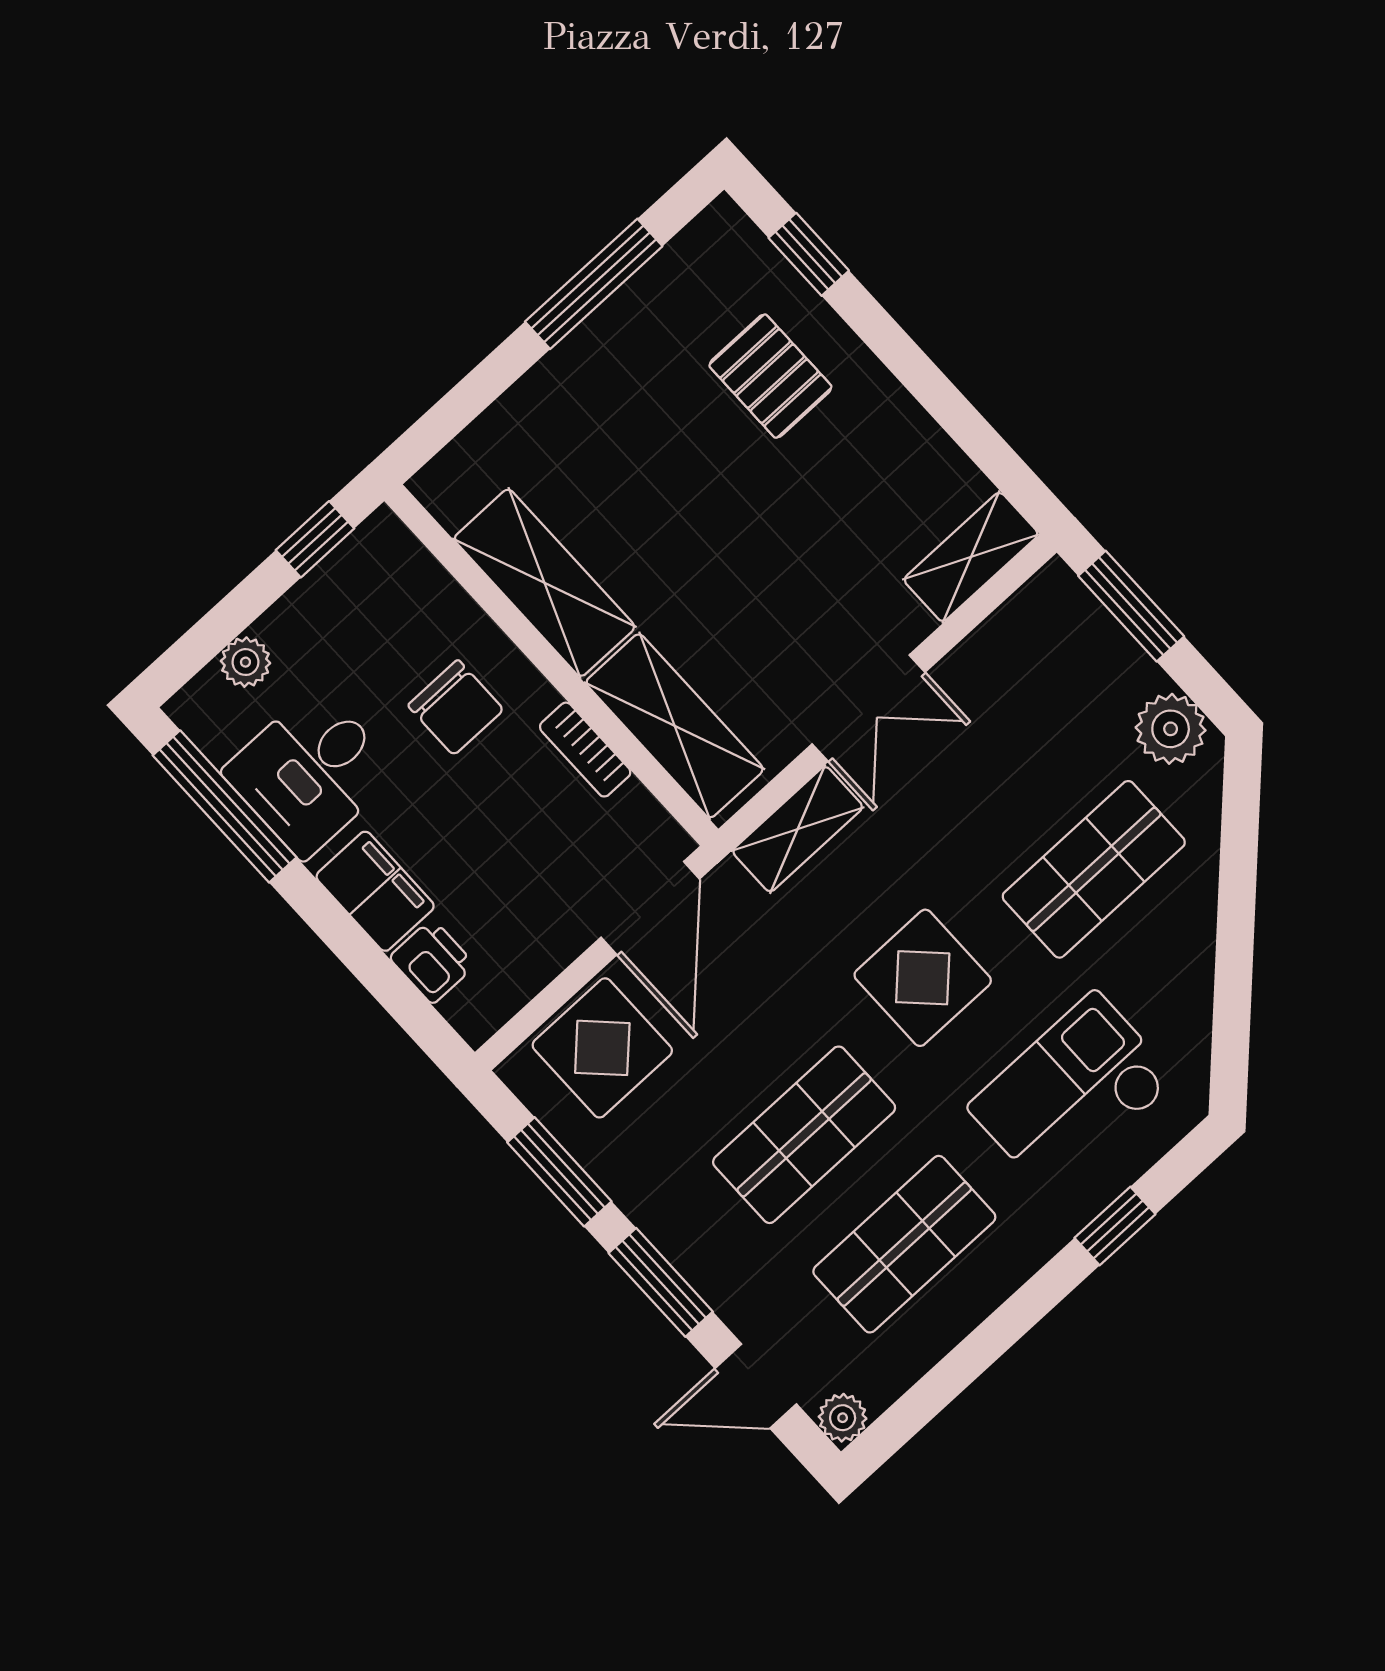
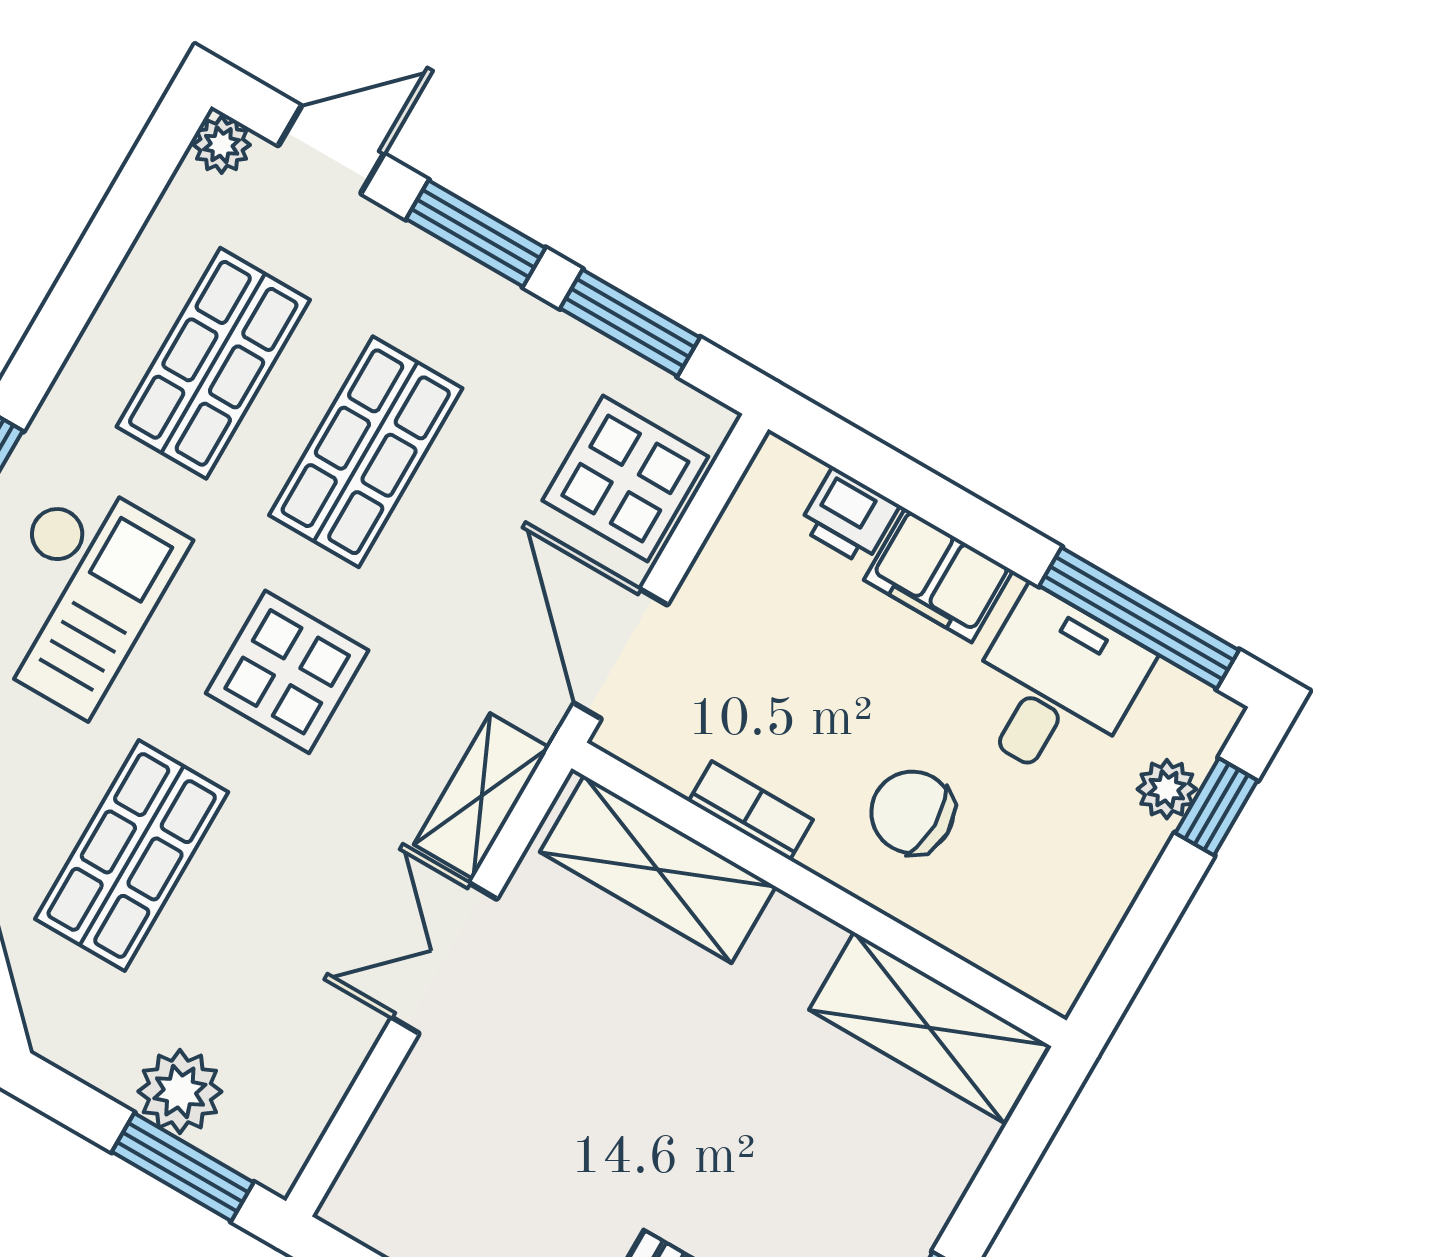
window: (315, 539) -> (1216, 807), moved
shelving: (971, 557) -> (382, 1166), removed
shelving: (544, 583) -> (929, 1028), moved
plant: (1171, 729) -> (180, 1091), moved

